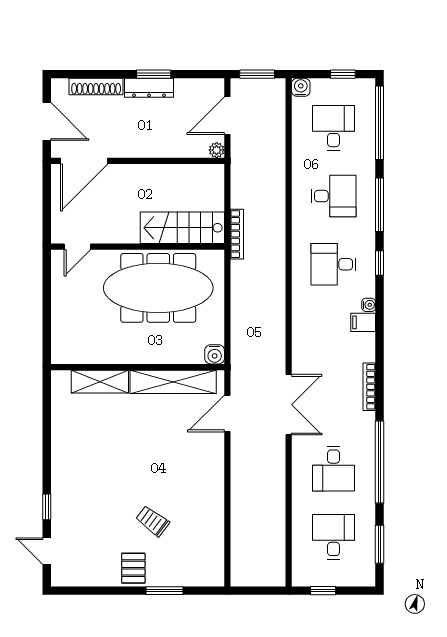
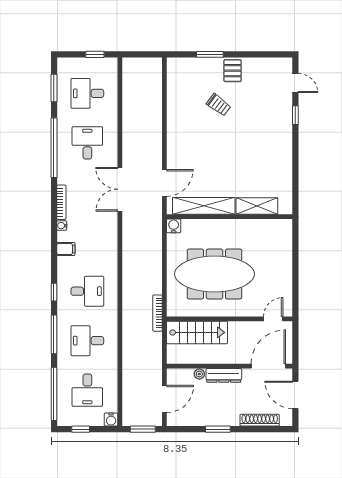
dresser: (149, 88) -> (224, 375), moved, turned 180
plant: (217, 150) -> (199, 374), moved
stairs: (182, 228) -> (197, 332), moved
door: (77, 247) -> (273, 319), moved
wall: (138, 247) -> (230, 319), moved
water cooler: (369, 305) -> (62, 226), moved
desk: (334, 537) -> (87, 93), turned 90

